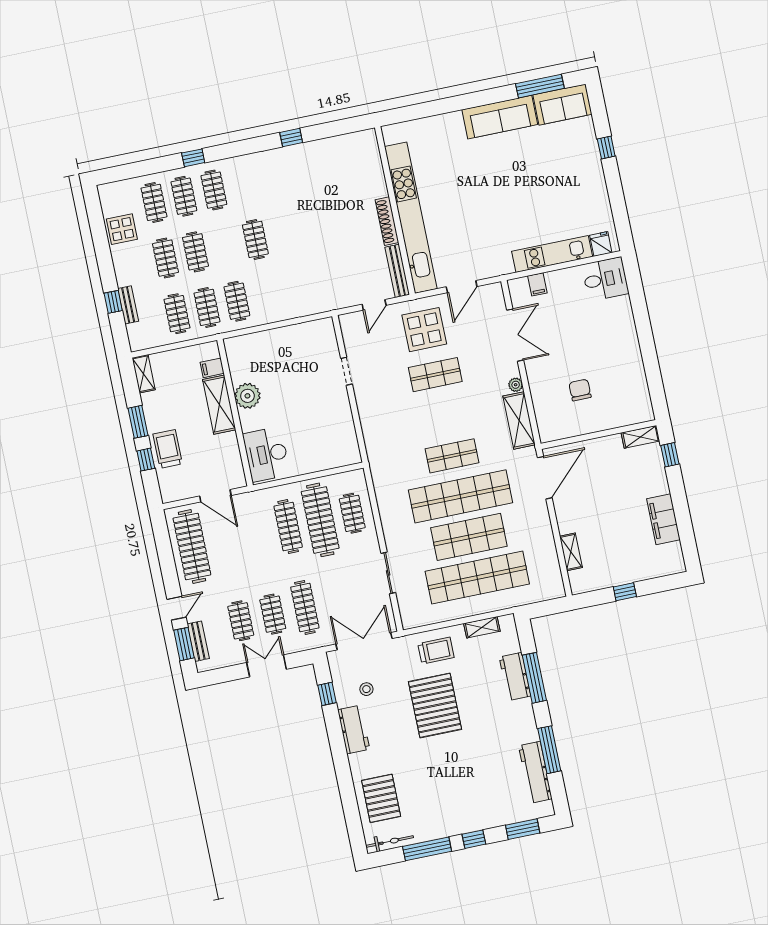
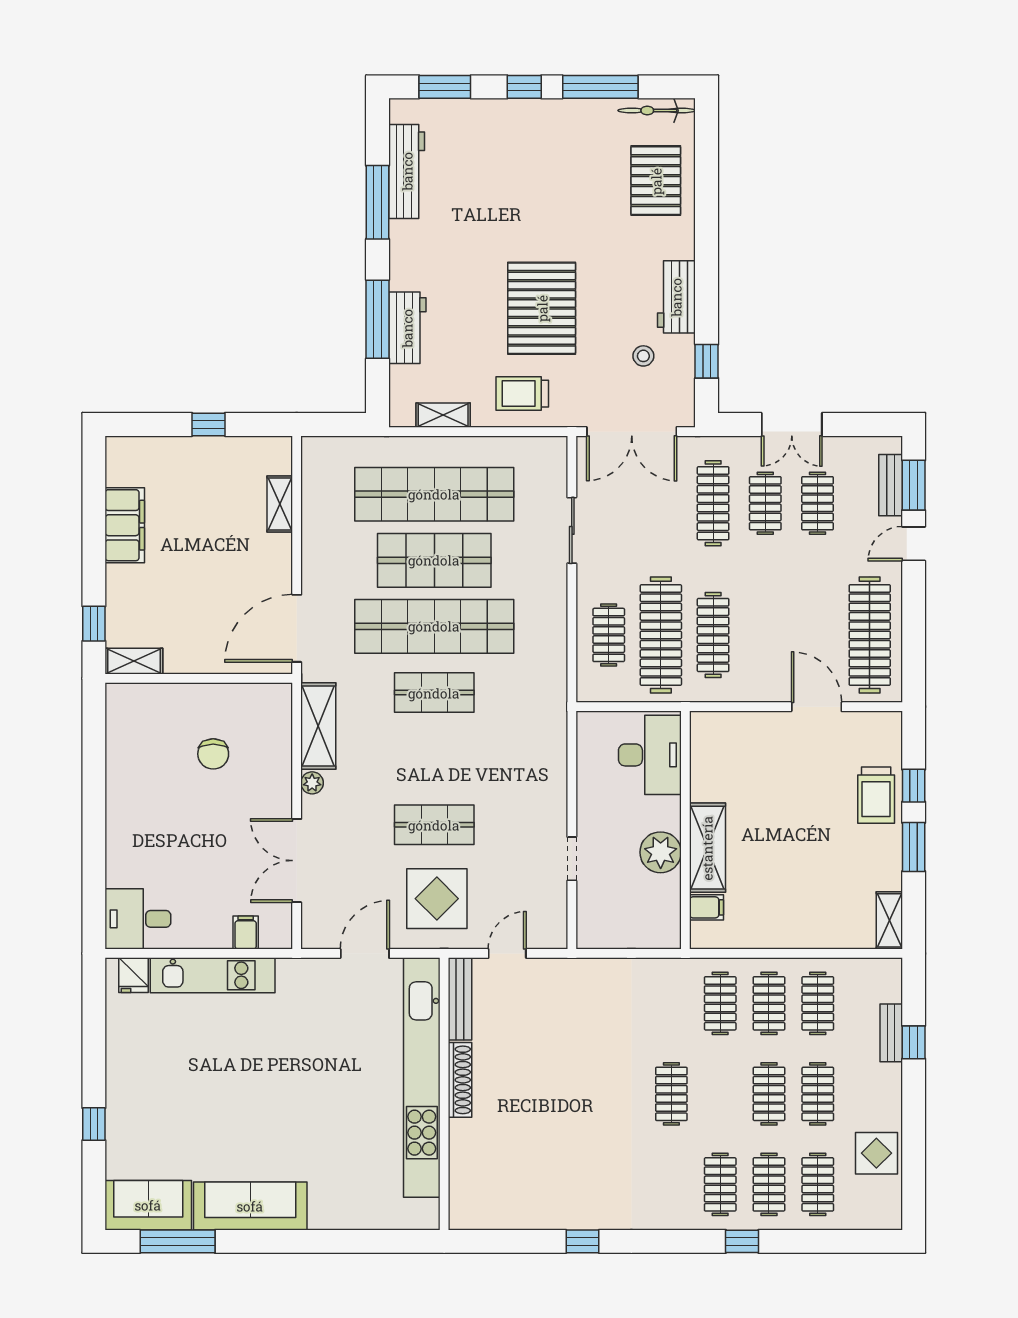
filing cabinet: (212, 368) -> (706, 907), moved
plant: (247, 396) -> (661, 852), moved
shelving: (219, 405) -> (707, 848), moved
wall: (235, 413) -> (685, 830), moved
desk: (266, 454) -> (650, 755), moved

